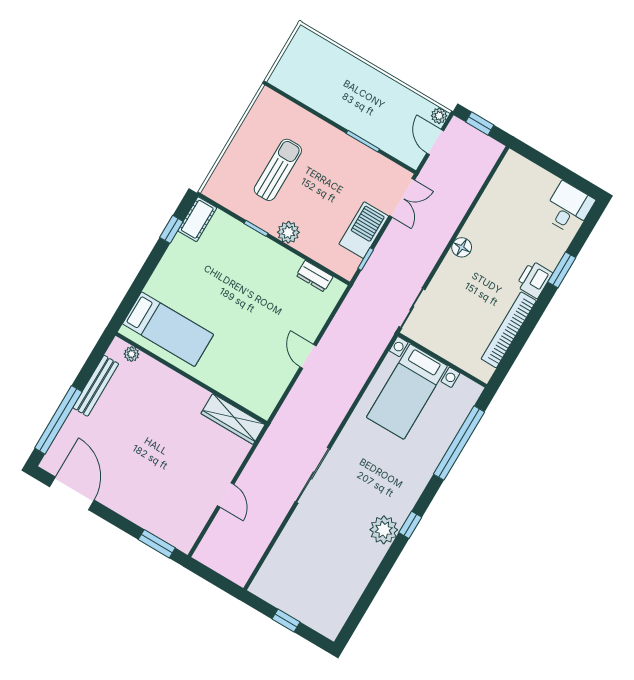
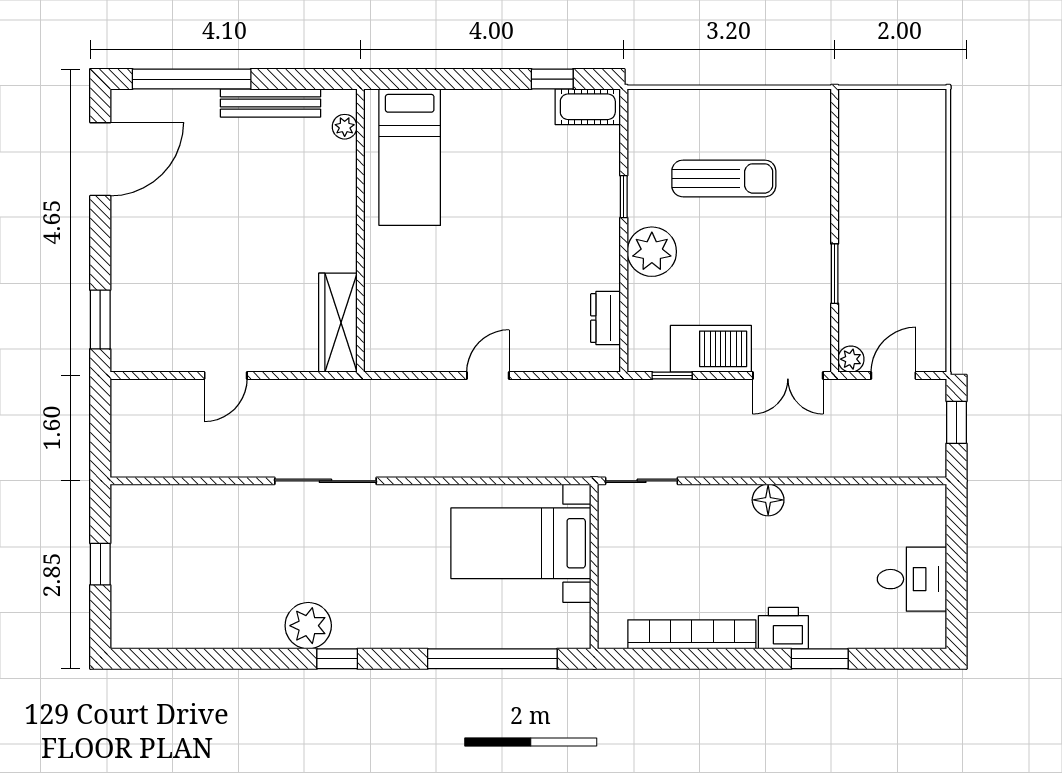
plant: (439, 116) -> (851, 359), moved
desk: (568, 208) -> (912, 579), moved
plant: (288, 232) -> (652, 252), width x1.36, depth x1.36

